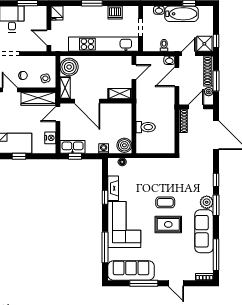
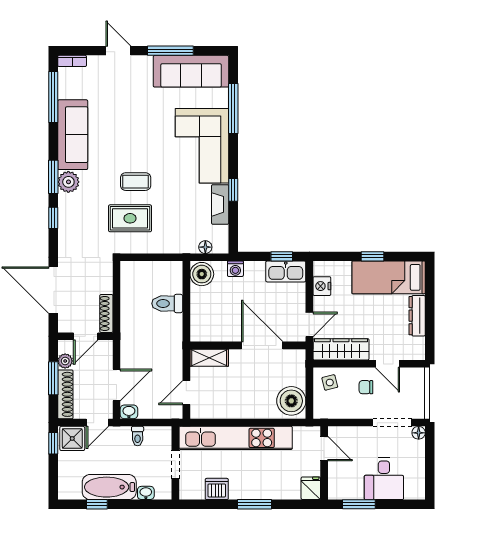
shelving: (65, 88) -> (298, 367), removed
rug: (168, 224) -> (130, 218), moved

